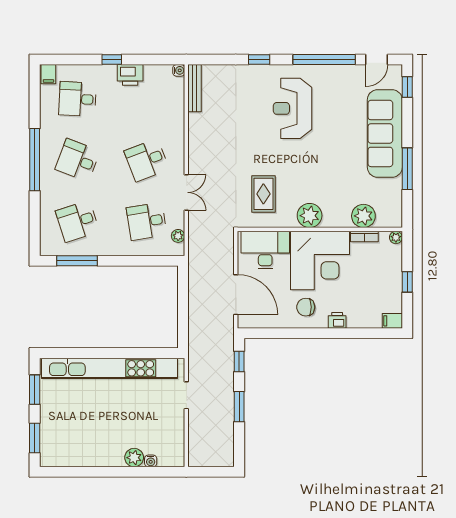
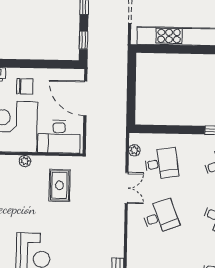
double door: (186, 192) -> (127, 188), swing flipped
plant: (310, 216) -> (25, 161), width x0.53, depth x0.53

